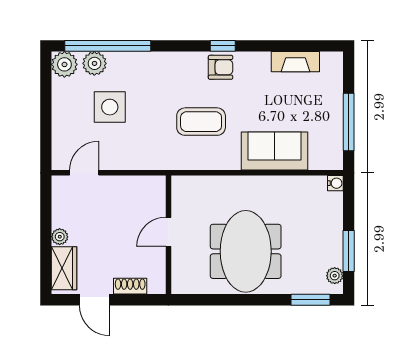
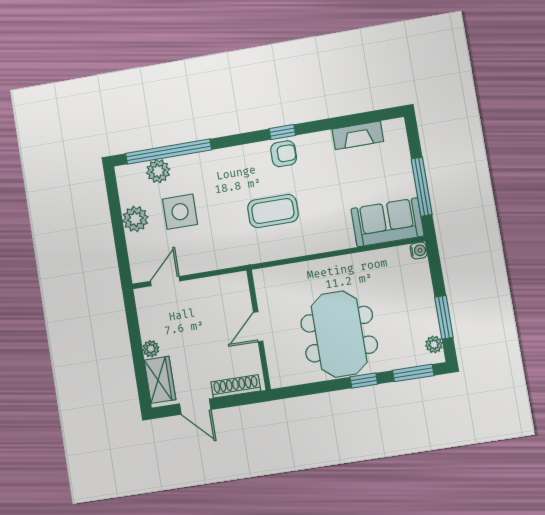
plant: (64, 64) -> (135, 219), moved
sofa: (274, 151) -> (387, 222), moved
shoe rack: (130, 286) -> (236, 386), width x1.43
window: (262, 300) -> (364, 381), added

